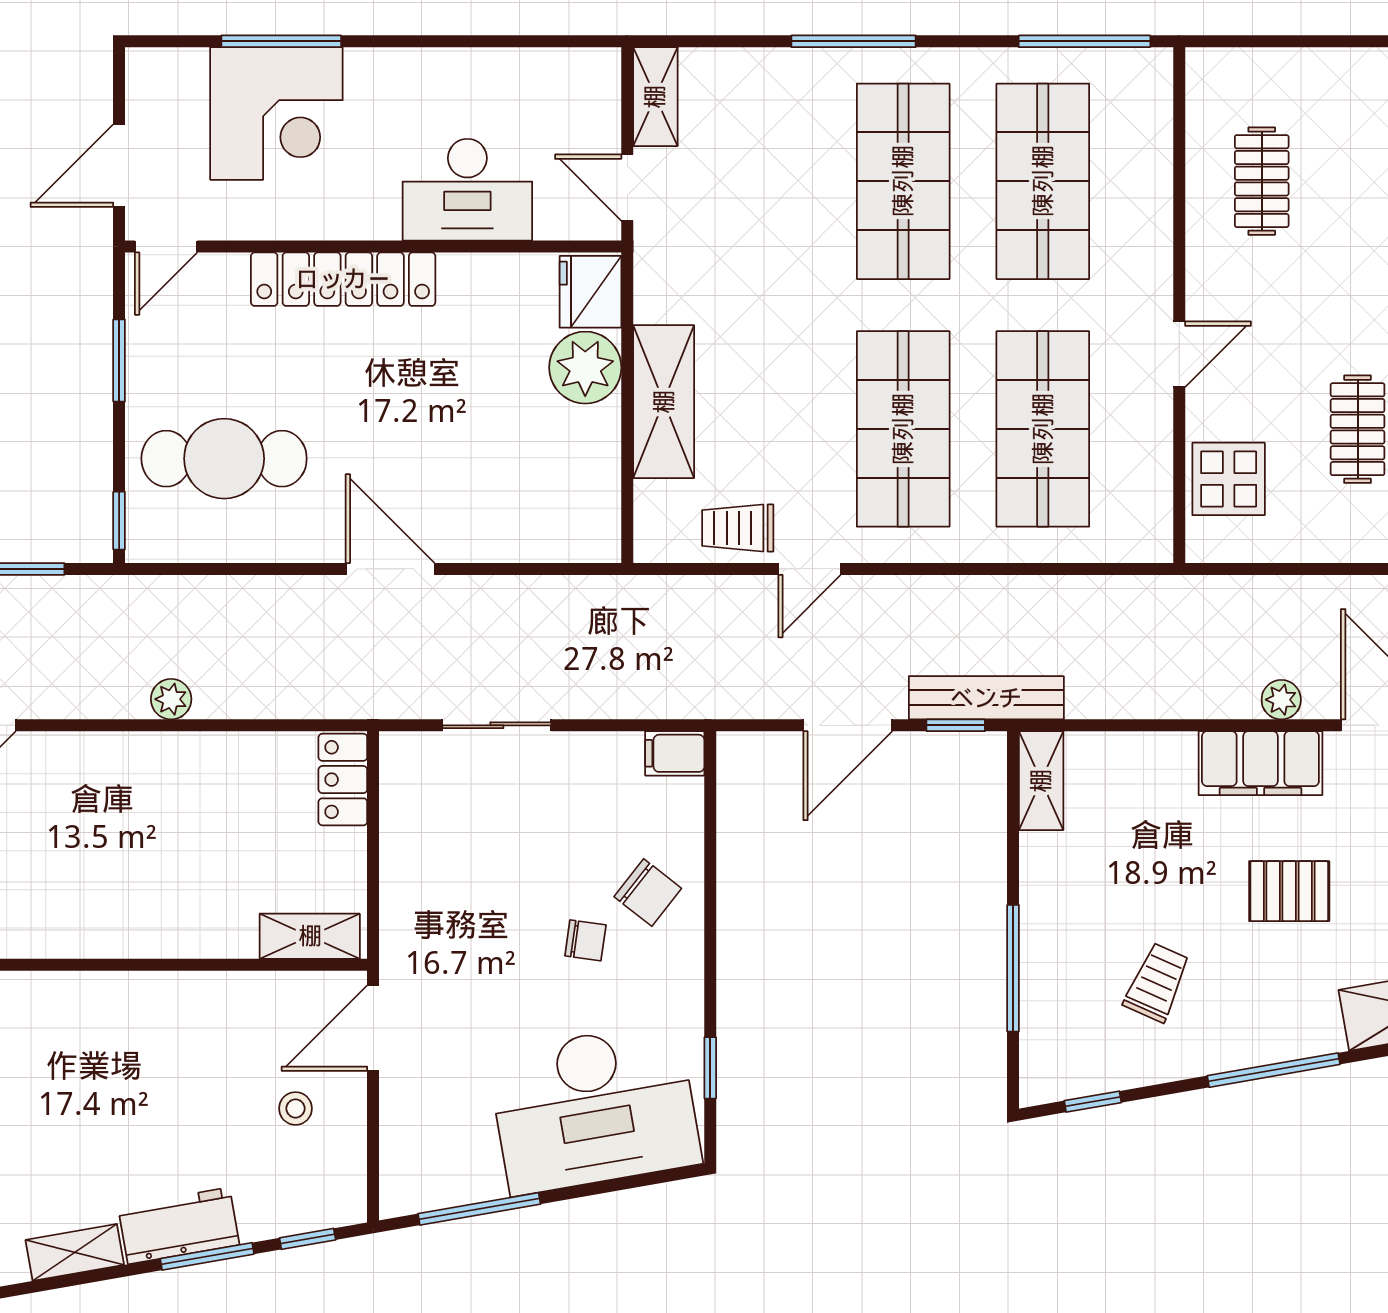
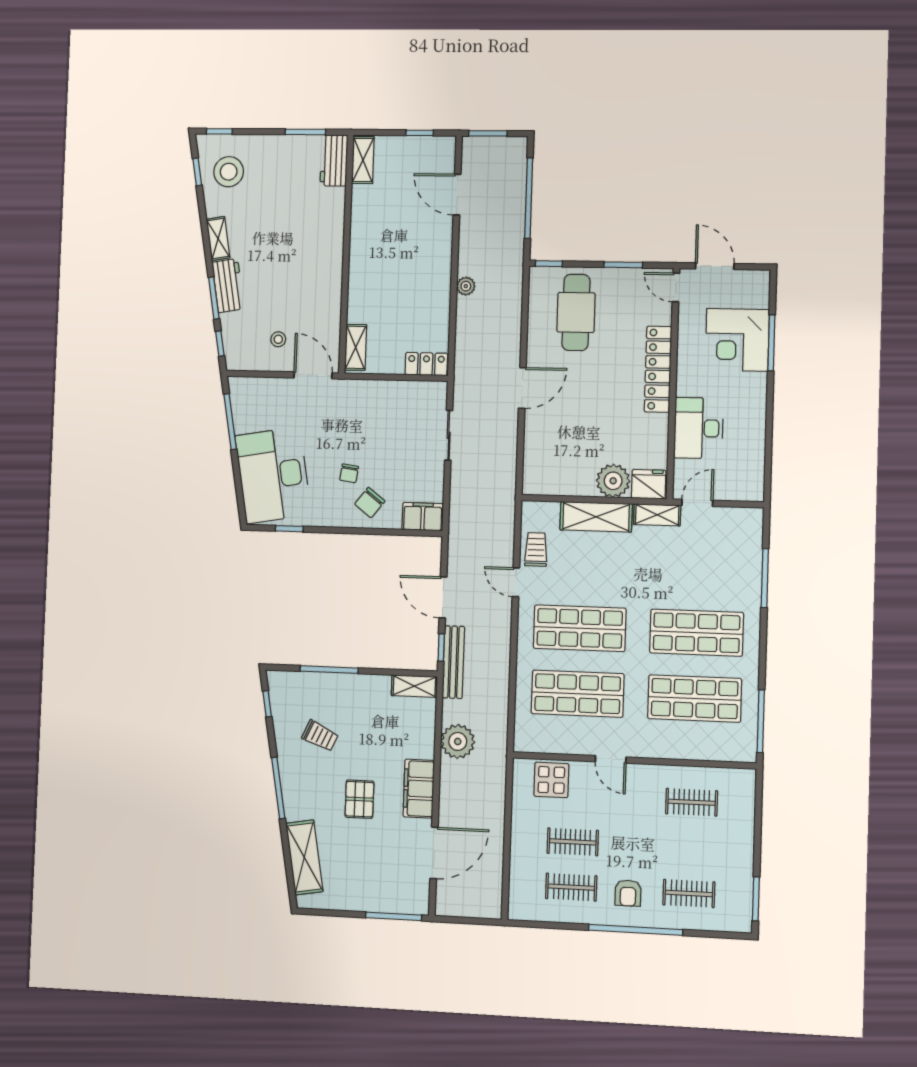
window: (854, 41) -> (765, 578), moved
shelving: (655, 97) -> (657, 515), moved
plant: (1281, 700) -> (458, 741), moved, width x1.88, depth x1.88
filing cabinet: (675, 753) -> (423, 517), width x2.00

